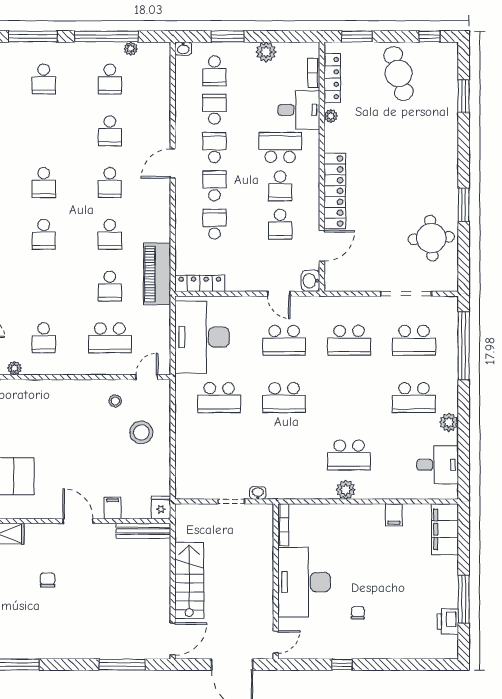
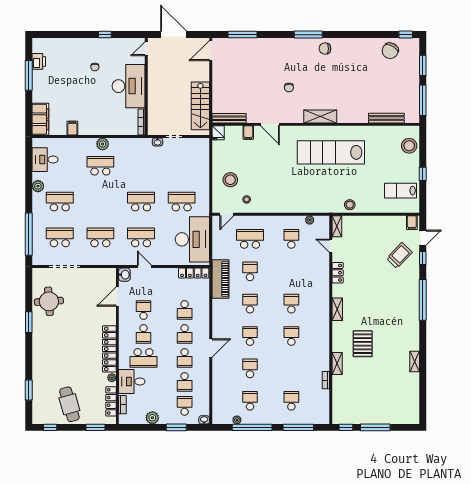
school desk: (280, 186) -> (143, 334), turned 180
locker: (335, 191) -> (109, 349), moved
stairs: (189, 580) -> (200, 106), moved

